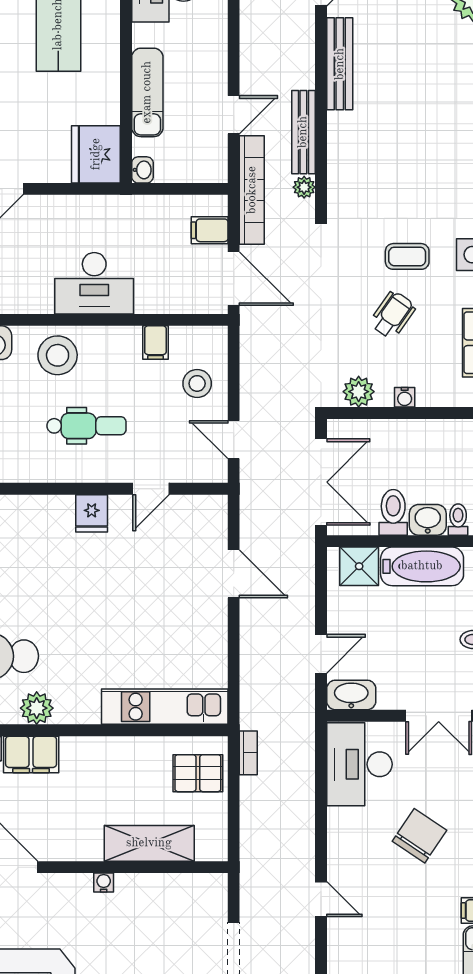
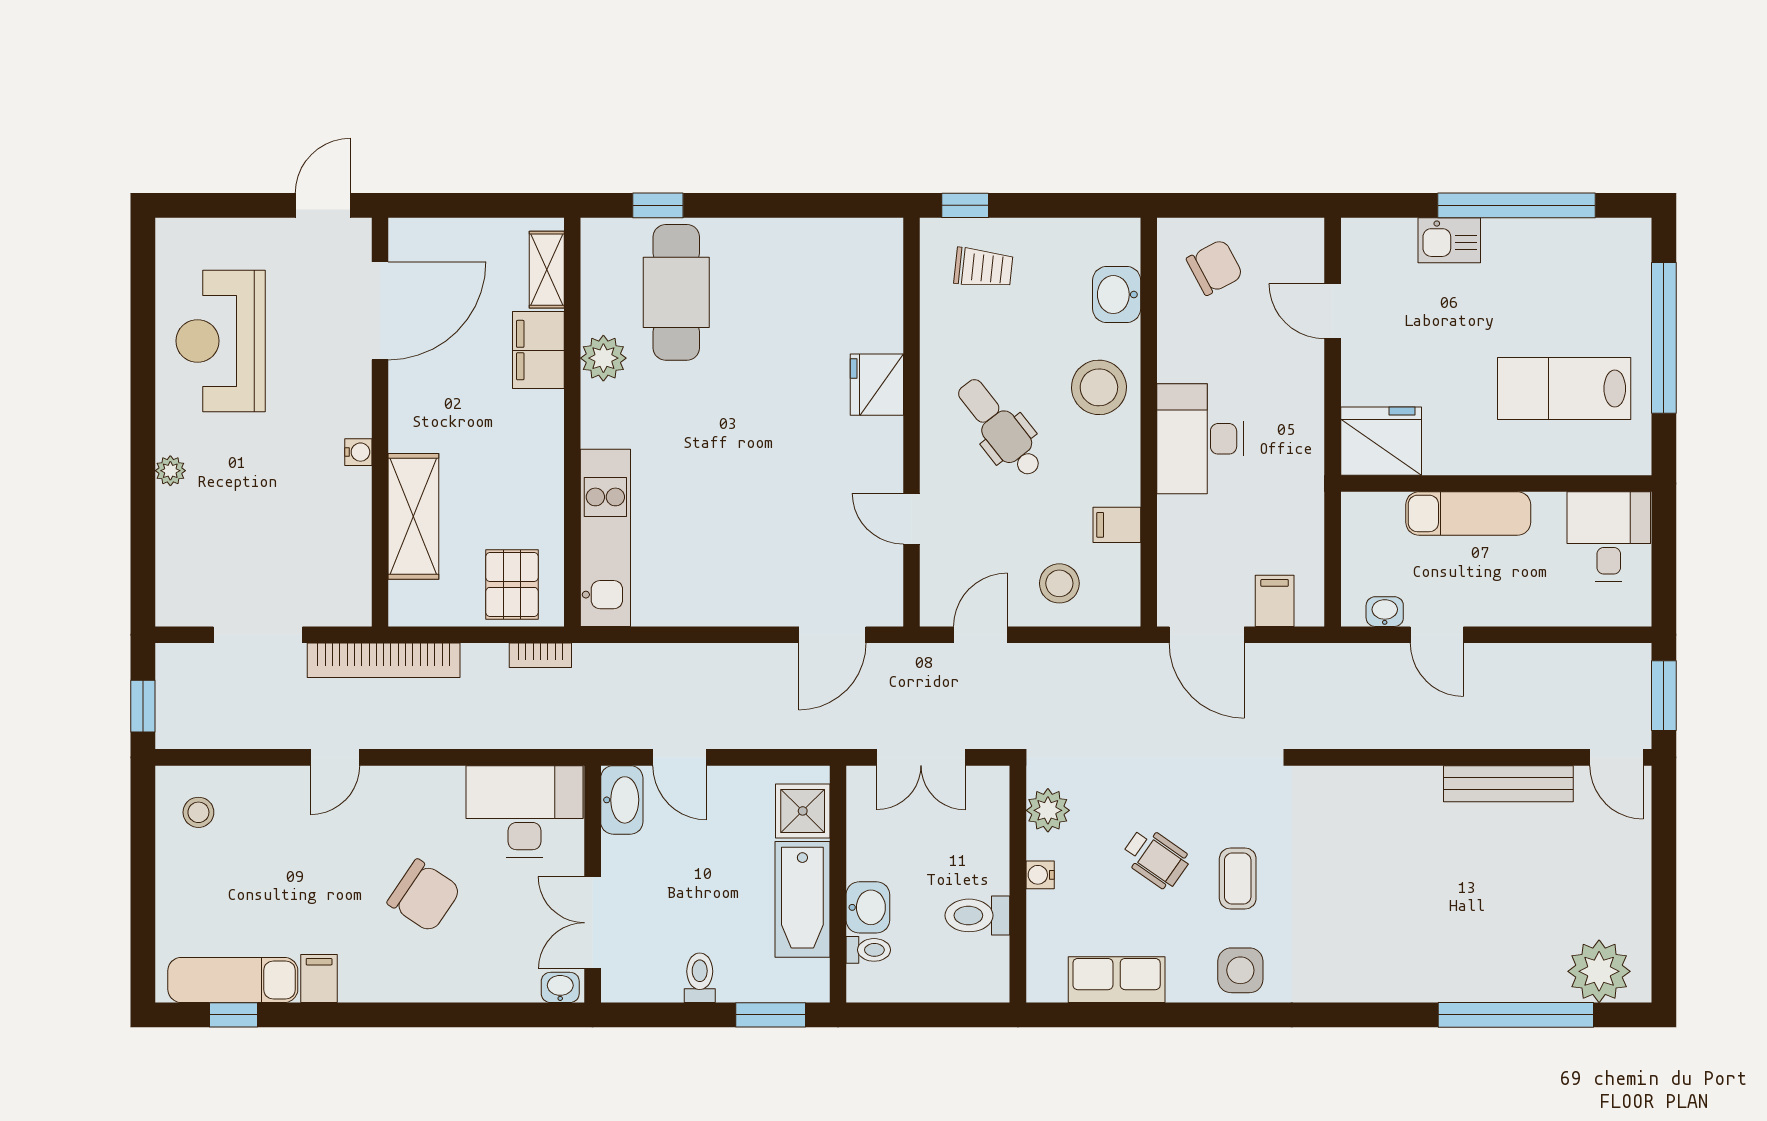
bench: (303, 132) -> (1413, 733), removed
washbasin: (142, 170) -> (1385, 612), moved, turned 180
plant: (304, 187) -> (1335, 734), removed
bookcase: (252, 190) -> (384, 660), moved
door: (234, 279) -> (1207, 635), hinge flipped
dental chair: (86, 426) -> (1000, 428), turned 142
double door: (321, 482) -> (921, 757), width x0.73
toilet: (393, 512) -> (977, 915), moved, turned 180
fridge: (92, 513) -> (877, 385), moved, width x1.38
door: (234, 574) -> (832, 635), moved

